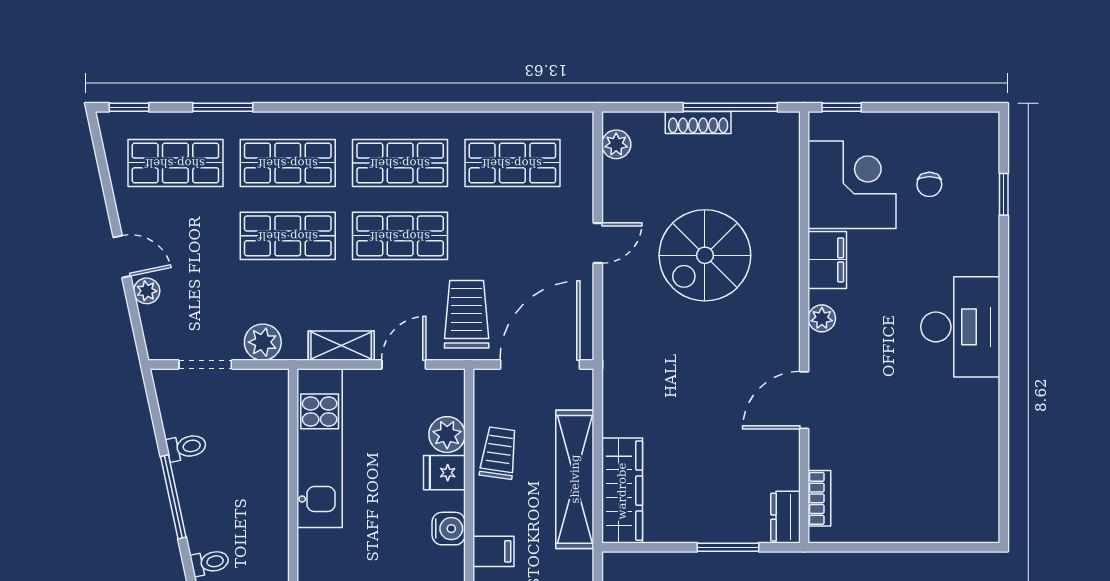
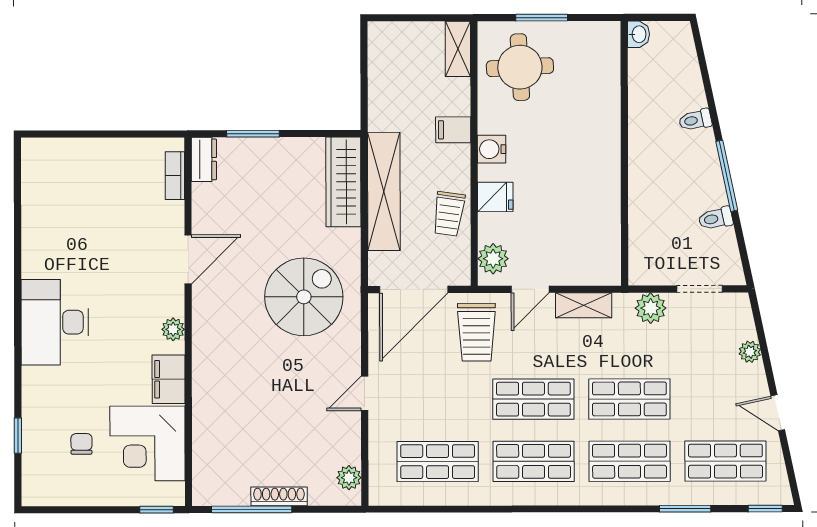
spiral stairs: (705, 255) -> (304, 297), moved
door: (122, 257) -> (778, 413), moved
plant: (447, 435) -> (493, 259), moved
kitchen unit: (320, 448) -> (602, 218), removed

